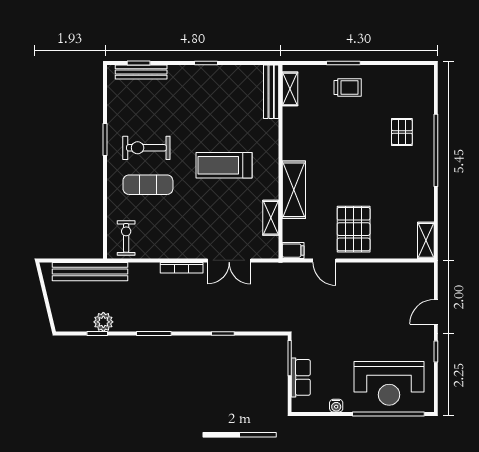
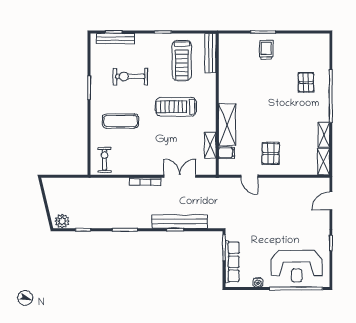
trolley: (348, 87) -> (266, 50), turned -90
shelving: (290, 89) -> (324, 135), moved
treadmill: (232, 102) -> (182, 61), added
exercise bike: (146, 148) -> (130, 77), moved
pallet: (354, 229) -> (271, 153), width x0.67, depth x0.71
filing cabinet: (293, 251) -> (226, 153), moved
double door: (229, 260) -> (180, 176), swing flipped
bench: (90, 272) -> (180, 222), moved
door: (436, 312) -> (331, 201), moved
plant: (103, 322) -> (62, 221), moved
row of seats: (301, 377) -> (232, 262), width x1.48

